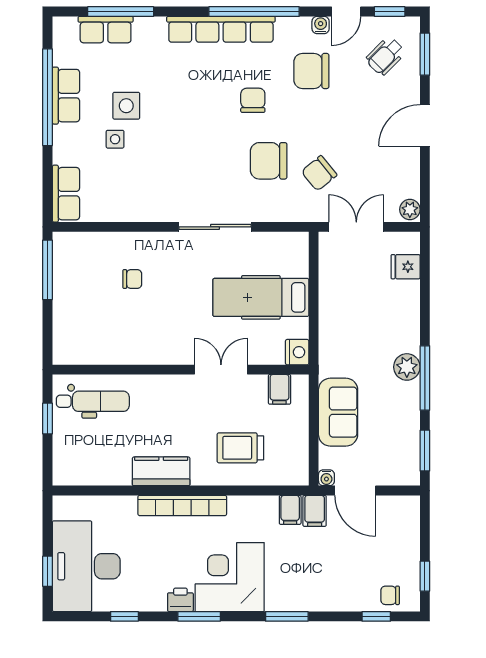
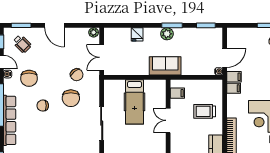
fridge: (406, 267) -> (137, 34), moved
nightstand: (297, 352) -> (160, 85), removed
window: (425, 378) -> (172, 25), width x0.69
sofa: (338, 412) -> (165, 66), moved
trolley: (240, 448) -> (205, 111), turned 90

